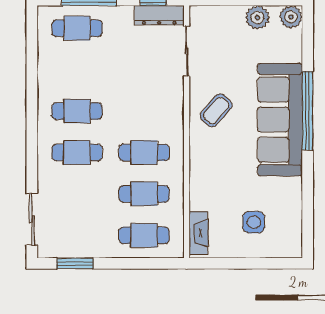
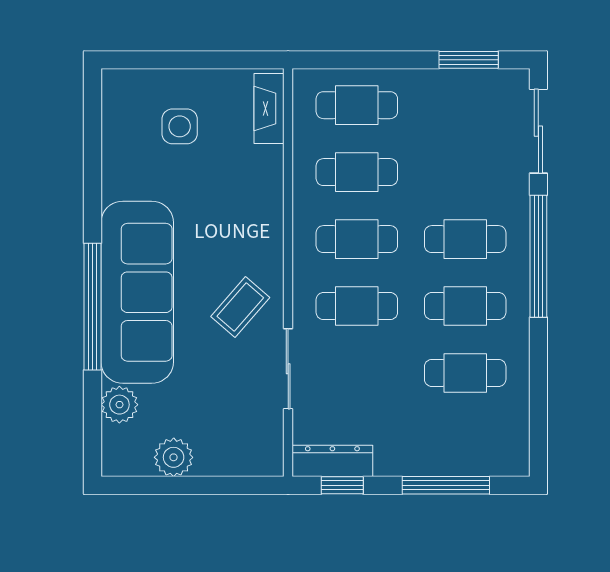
plant: (291, 17) -> (119, 405), moved
cafe table: (77, 28) -> (465, 373), moved
sliding door: (187, 51) -> (288, 369), moved
cafe table: (144, 111) -> (357, 306), added
window: (32, 142) -> (538, 256), added

